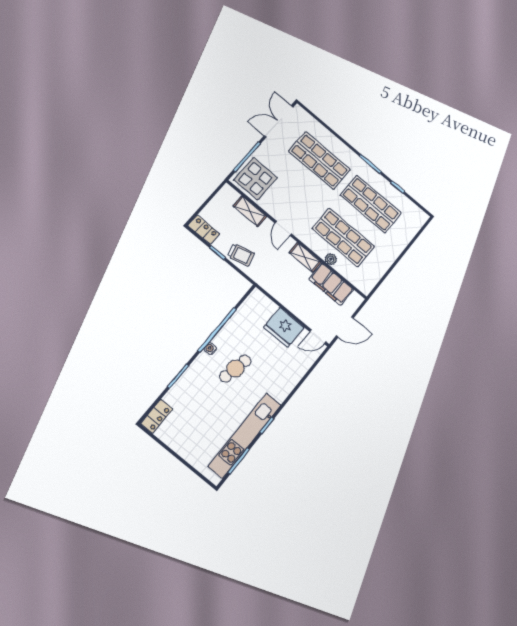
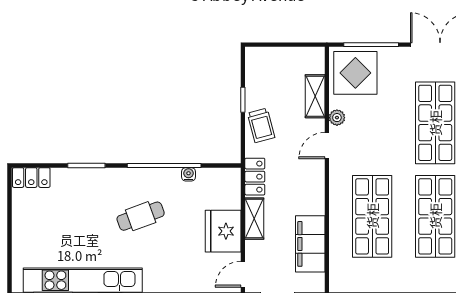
locker: (204, 230) -> (255, 177), moved
shelving: (305, 257) -> (254, 219), moved
plant: (331, 259) -> (337, 118), moved
door: (318, 337) -> (243, 274), hinge flipped
water cooler: (210, 349) -> (189, 174), moved
cafe table: (235, 369) -> (141, 216), turned -32

